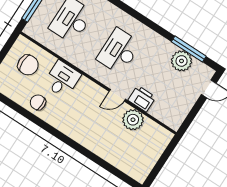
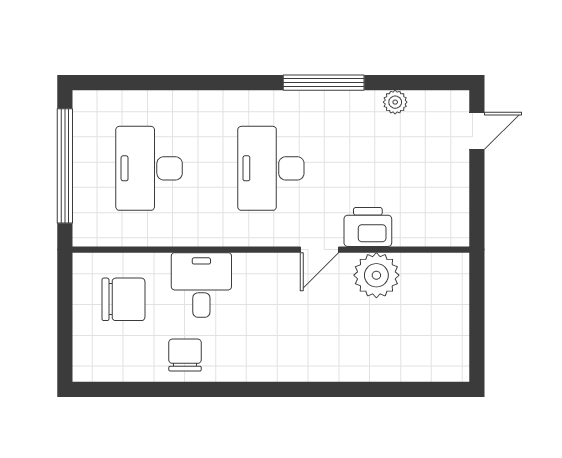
window: (189, 49) -> (324, 83), moved
plant: (182, 61) -> (395, 102), width x0.53, depth x0.53
chair: (38, 102) -> (185, 355), turned 90

